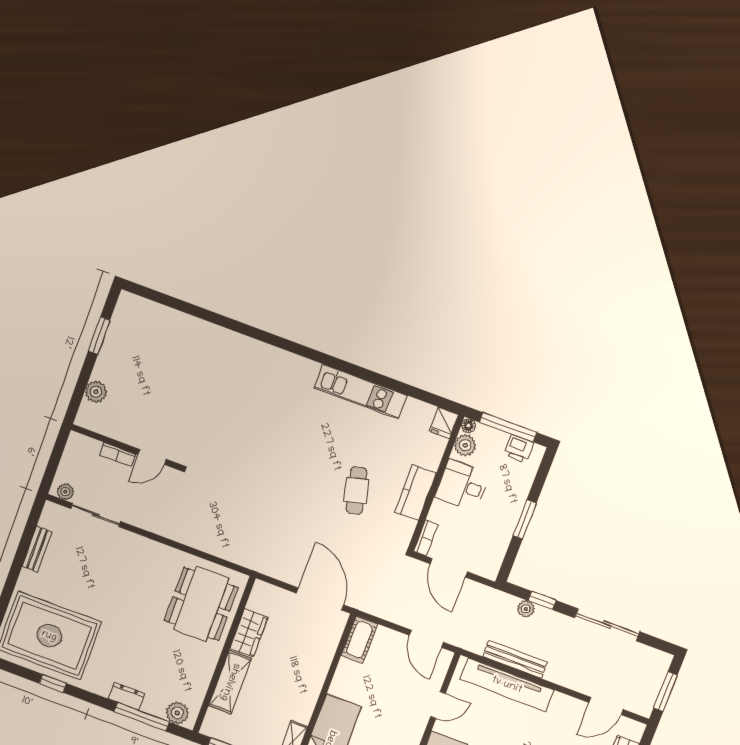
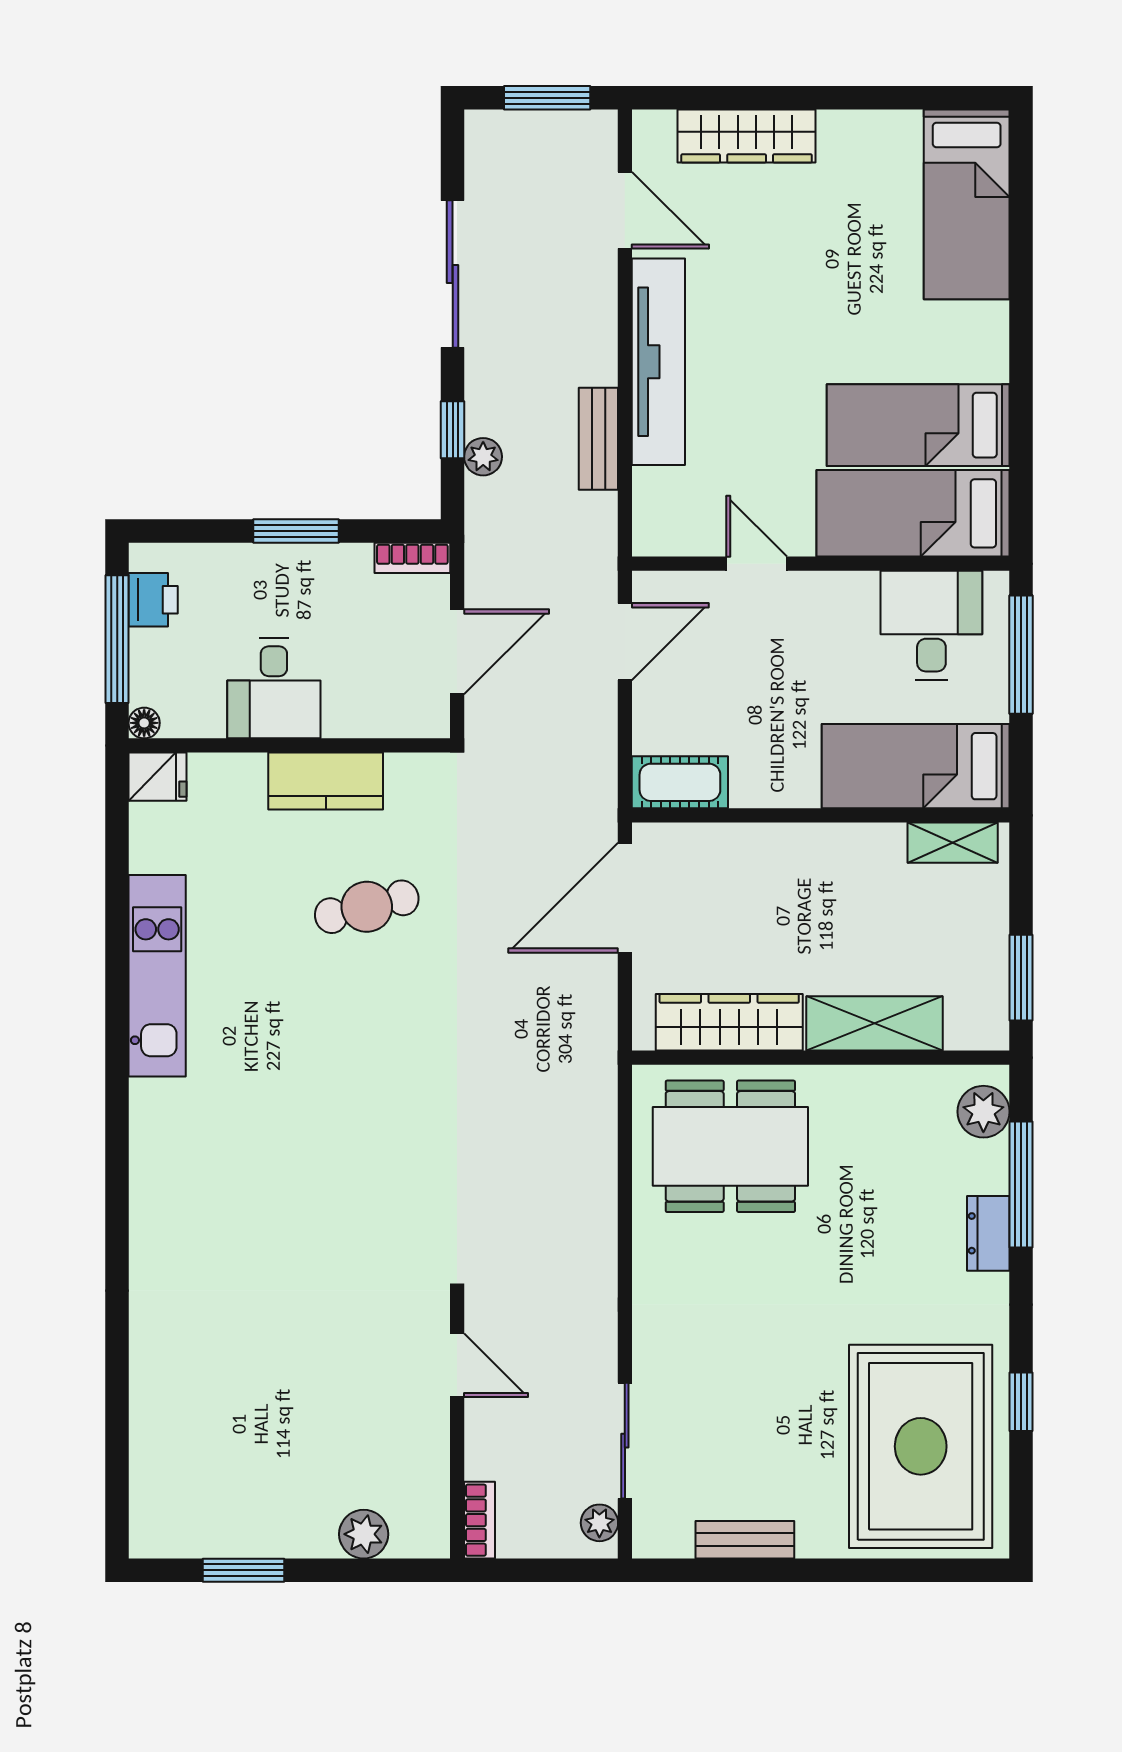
plant: (465, 445) -> (187, 714), removed
bookcase: (117, 455) -> (480, 1520), moved
bookcase: (426, 538) -> (412, 558), moved, turned 180
wardrobe: (249, 633) -> (729, 1022), width x1.50
bench: (515, 659) -> (598, 439), width x0.73
tv unit: (507, 685) -> (658, 362), moved

